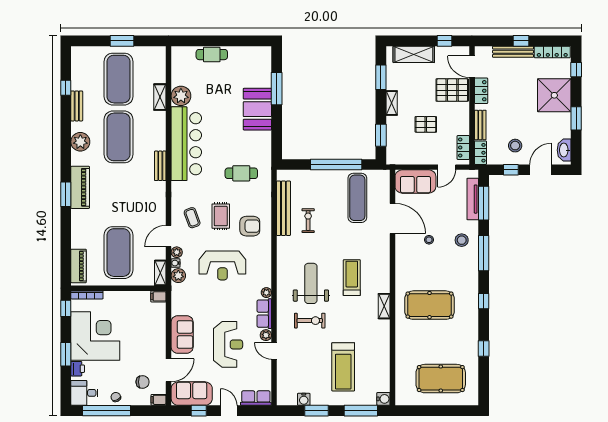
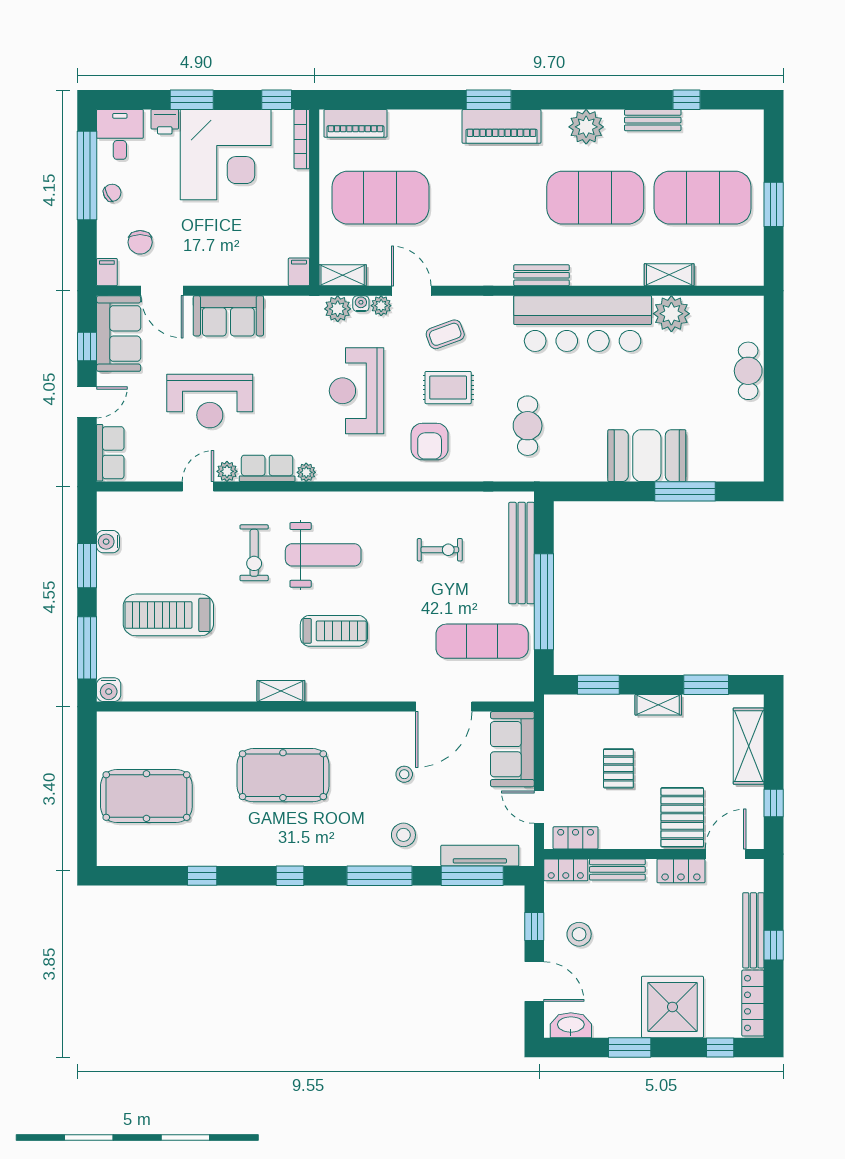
bench: (283, 208) -> (522, 553), moved, turned 90
pool table: (430, 305) -> (283, 775), turned 90
pool table: (441, 379) -> (146, 796), turned 90

